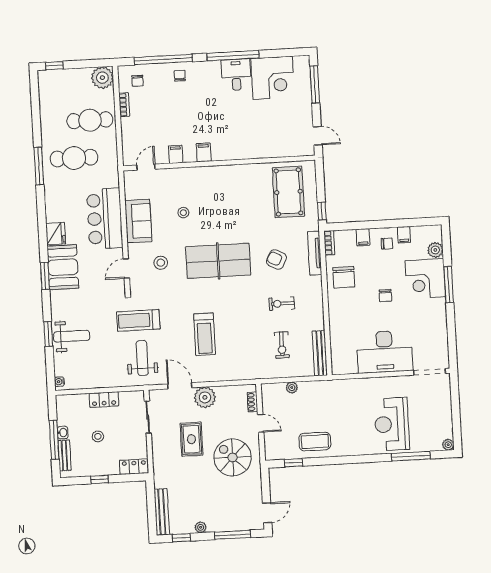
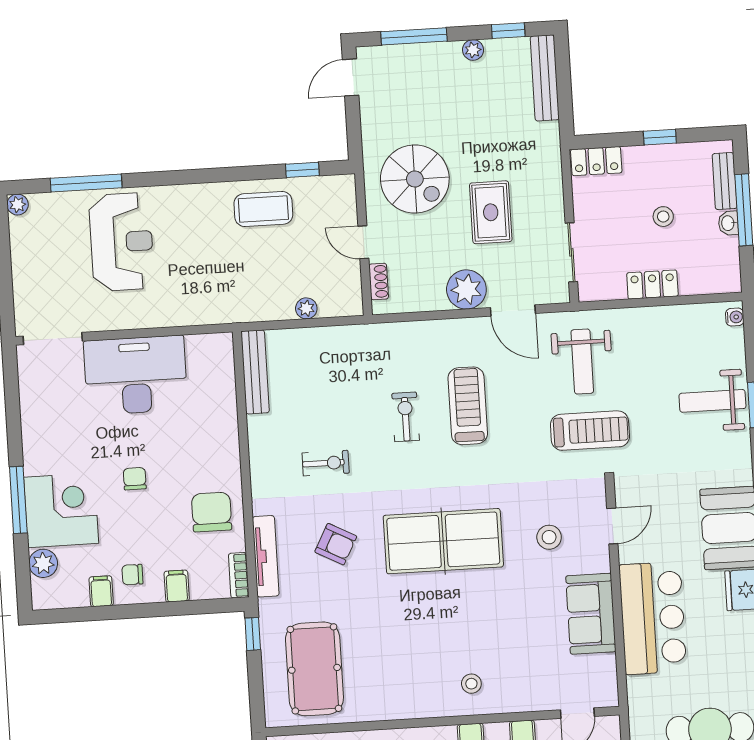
stool: (183, 213) -> (471, 684), moved
exercise bike: (282, 345) -> (406, 417), moved

